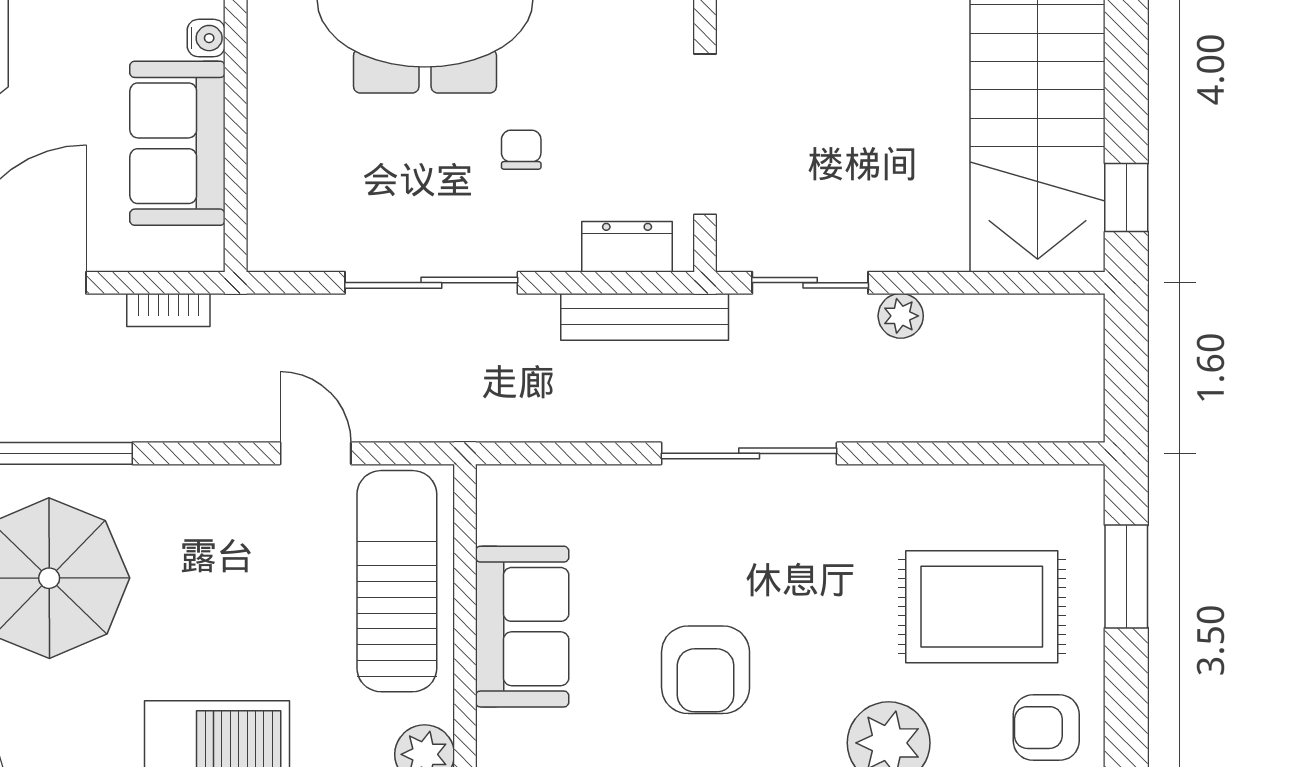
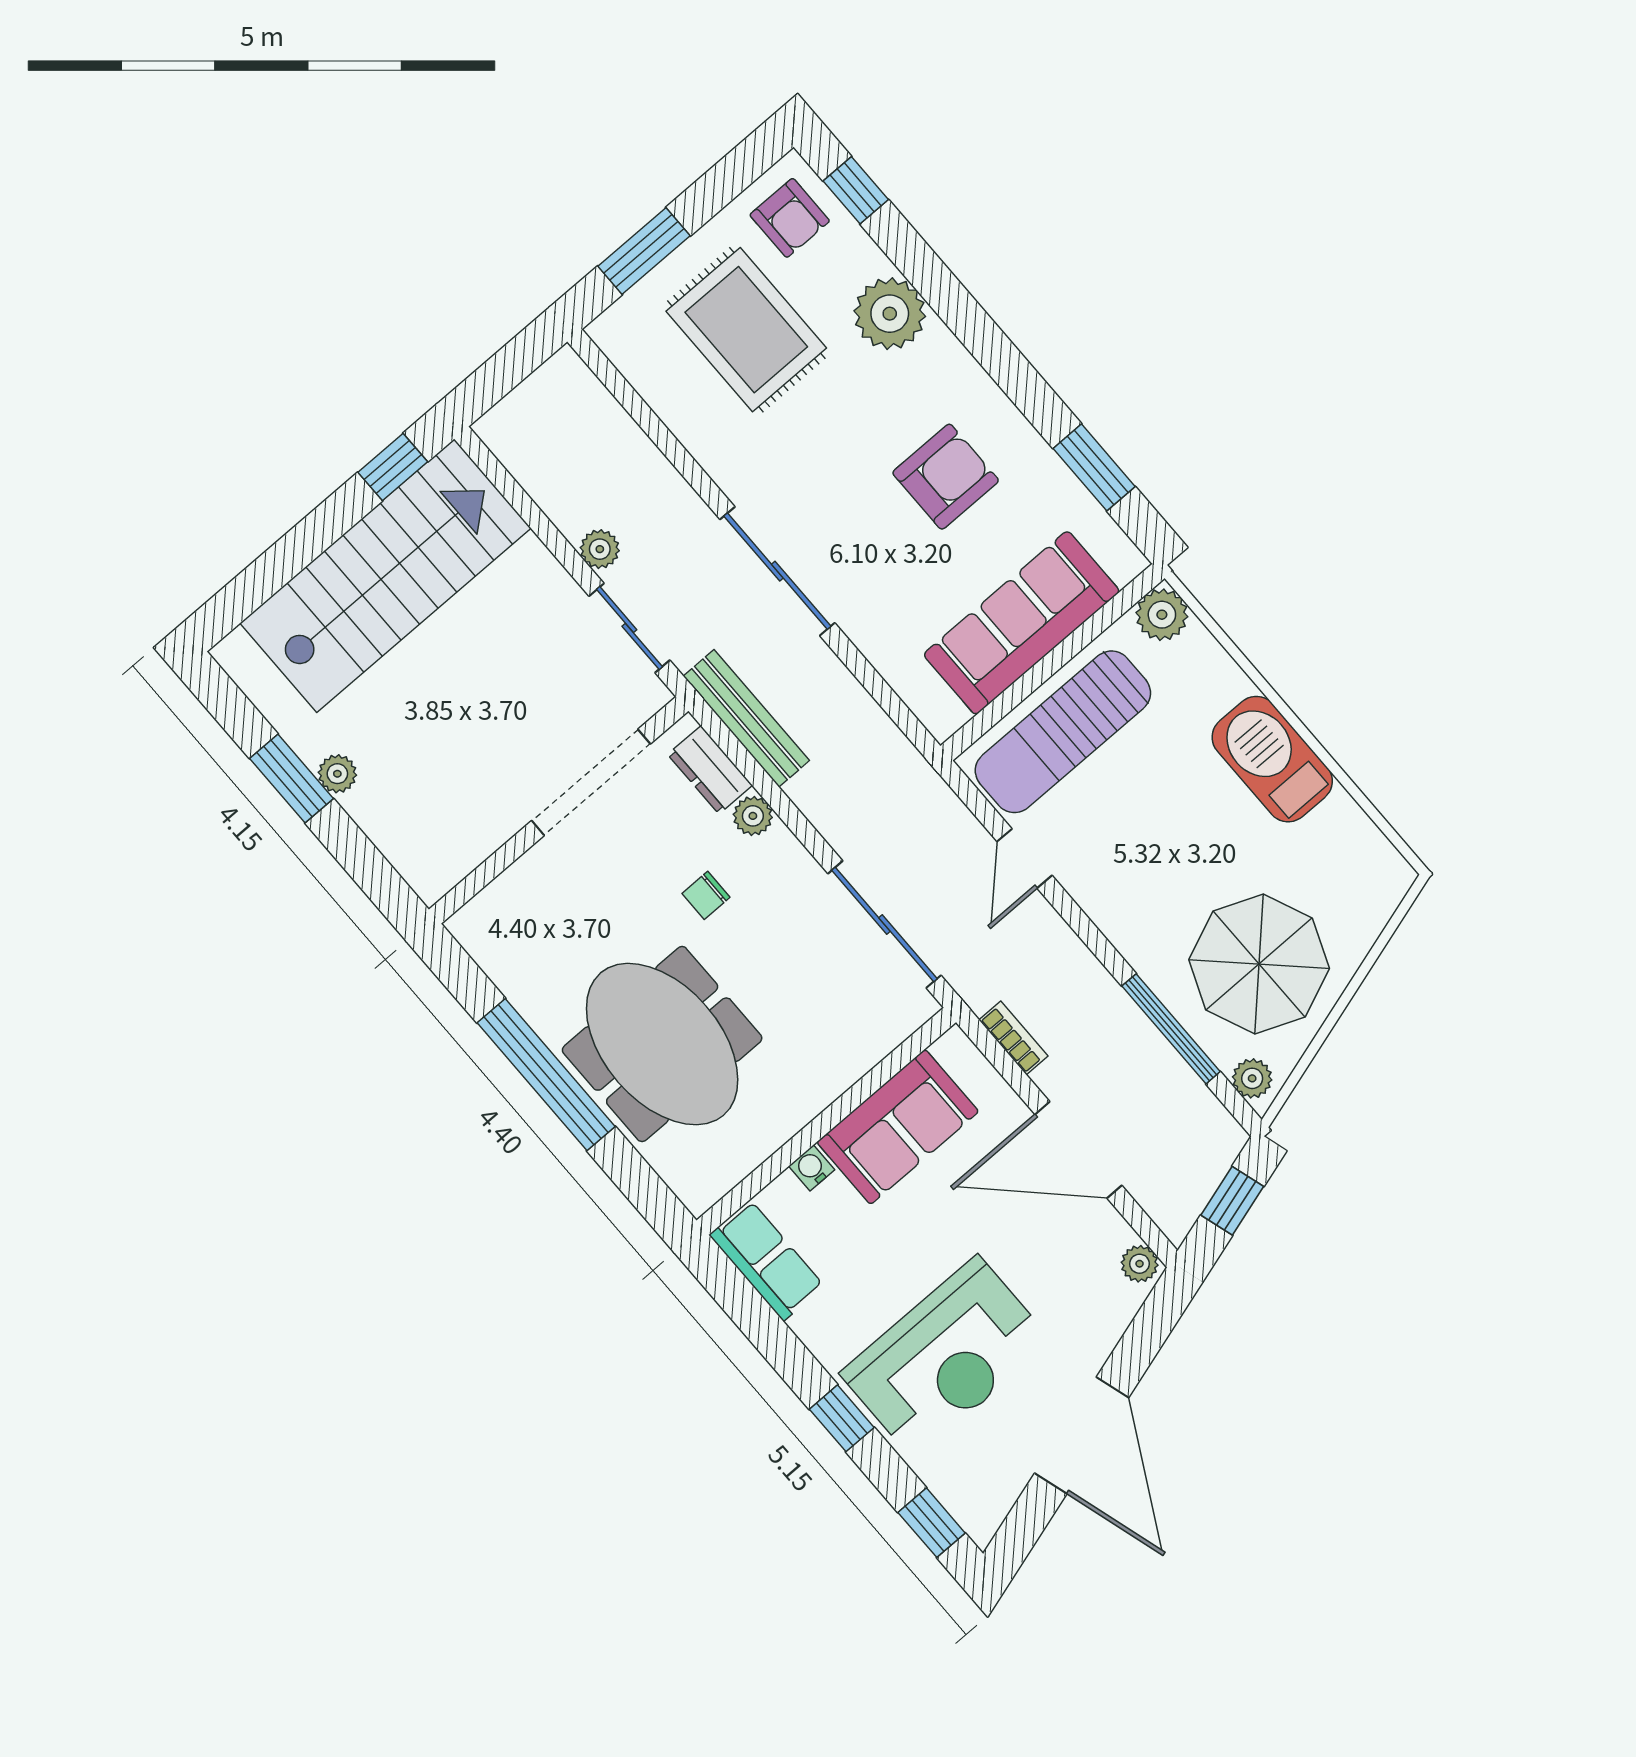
plant: (555, 250) -> (753, 816), added
sliding door: (431, 283) -> (884, 924), moved
sofa: (522, 627) -> (1022, 623), width x1.36

